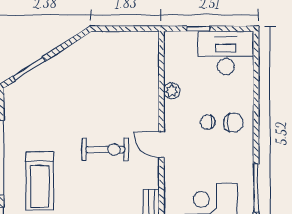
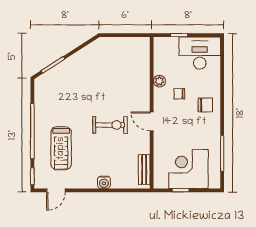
chair: (208, 122) -> (179, 94), moved

